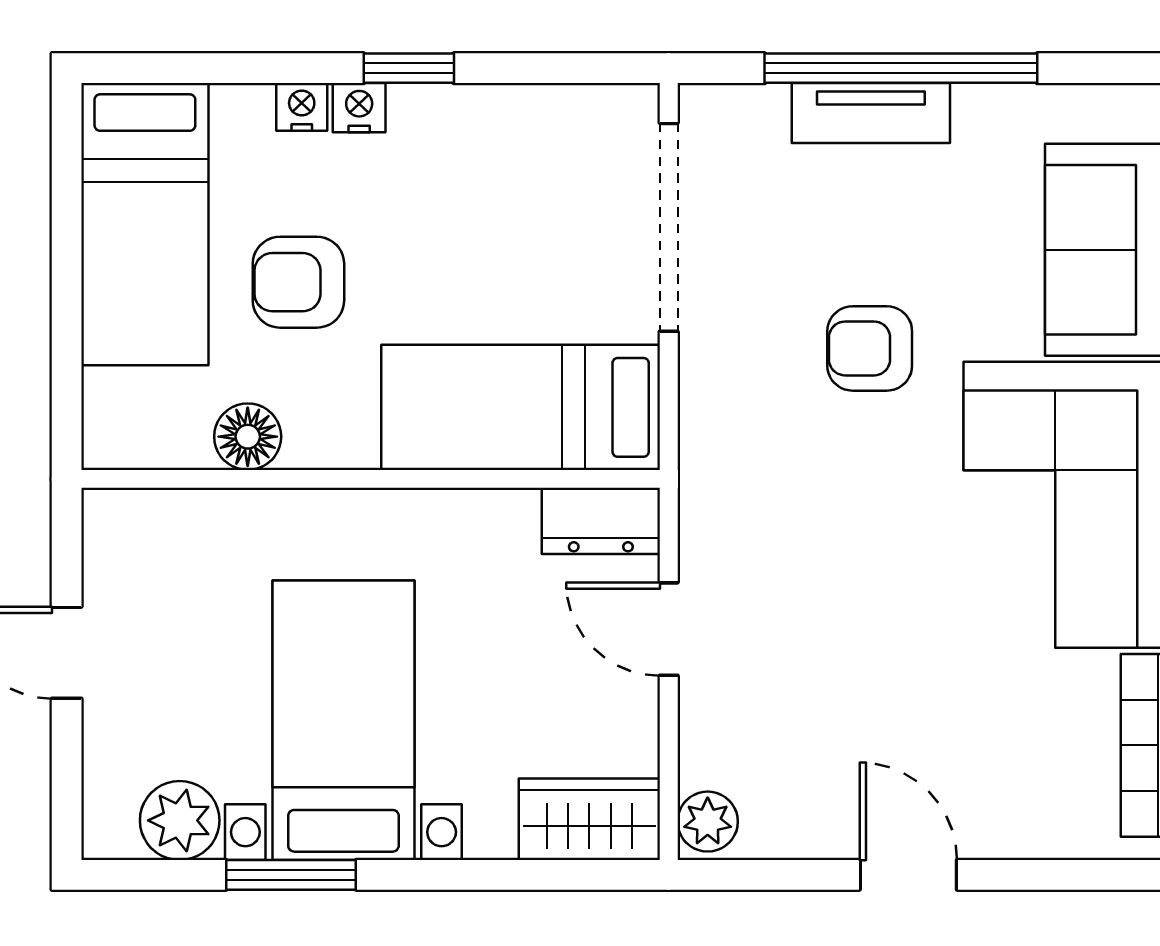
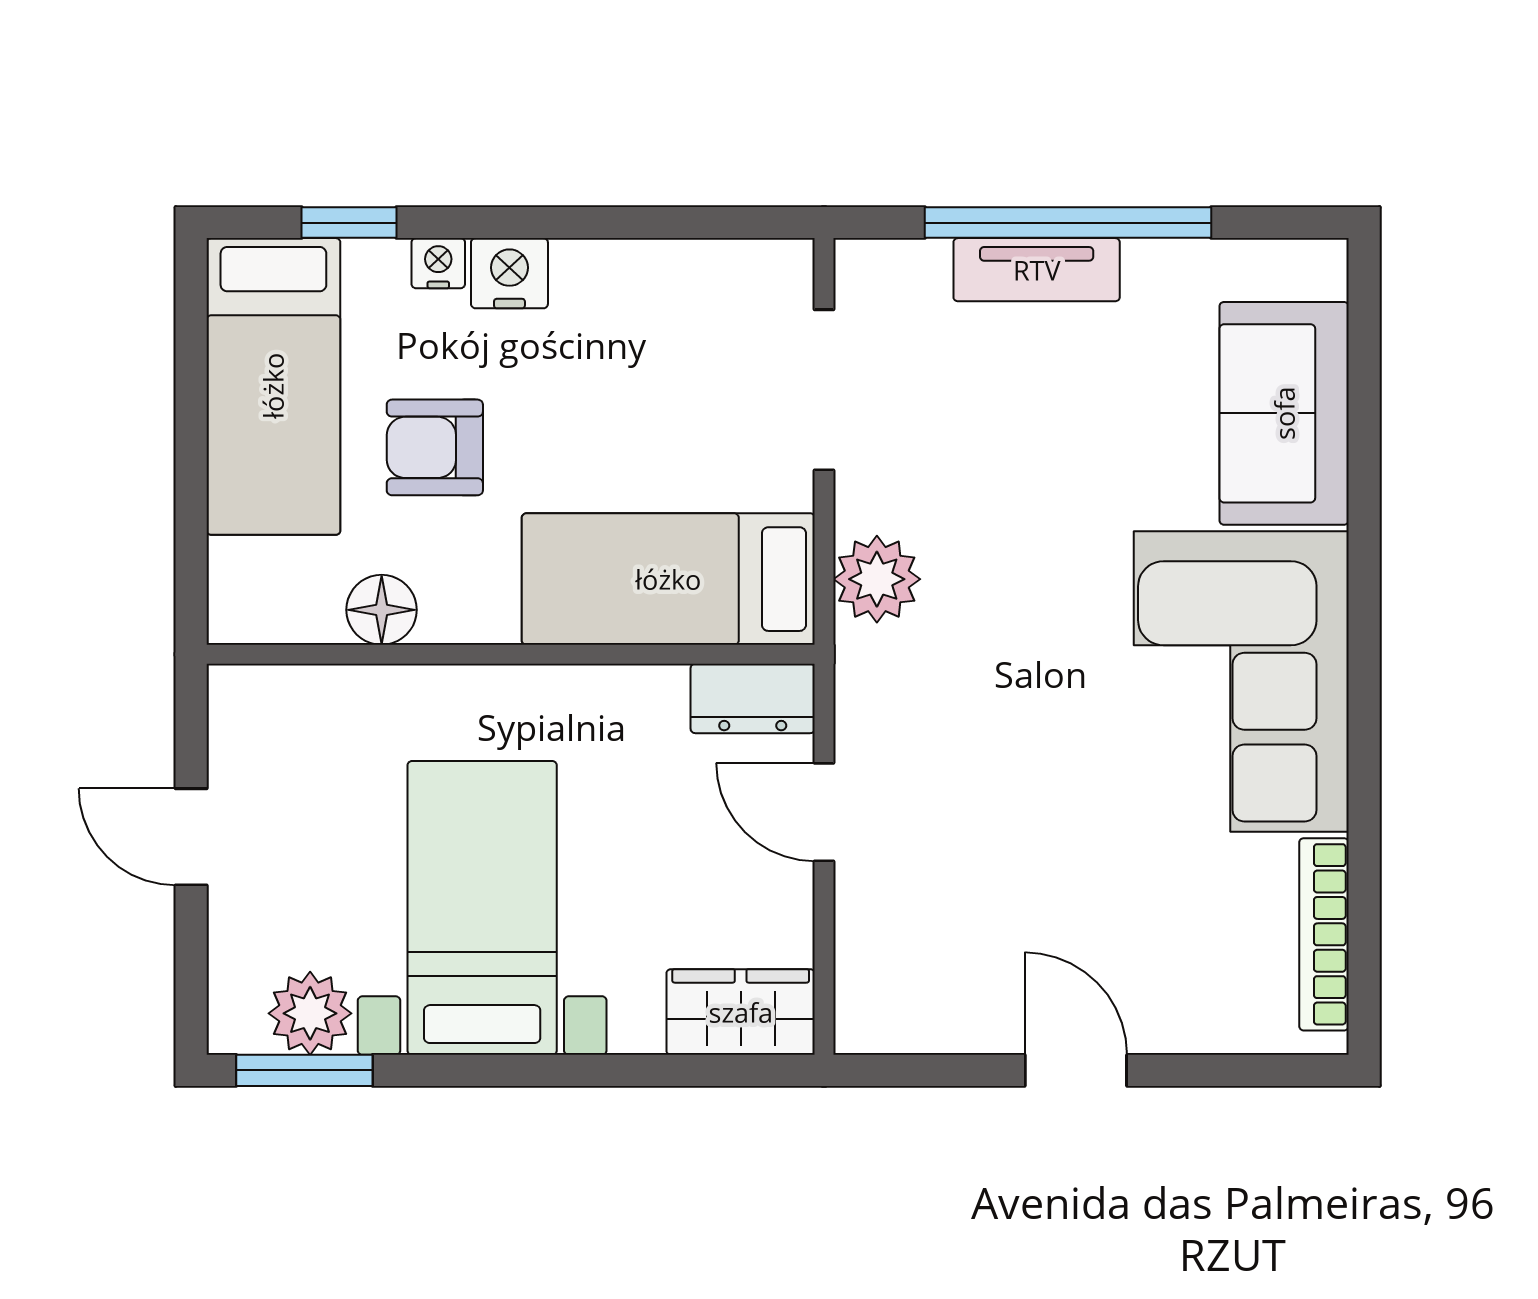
window: (409, 68) -> (349, 223), moved
nightstand: (359, 108) -> (509, 273), width x1.39, depth x1.35
doorway: (669, 227) -> (824, 390), width x0.73
armchair: (870, 348) -> (1035, 517), removed
plant: (708, 822) -> (877, 579), moved, width x1.38, depth x1.38
window: (291, 875) -> (304, 1070), moved

